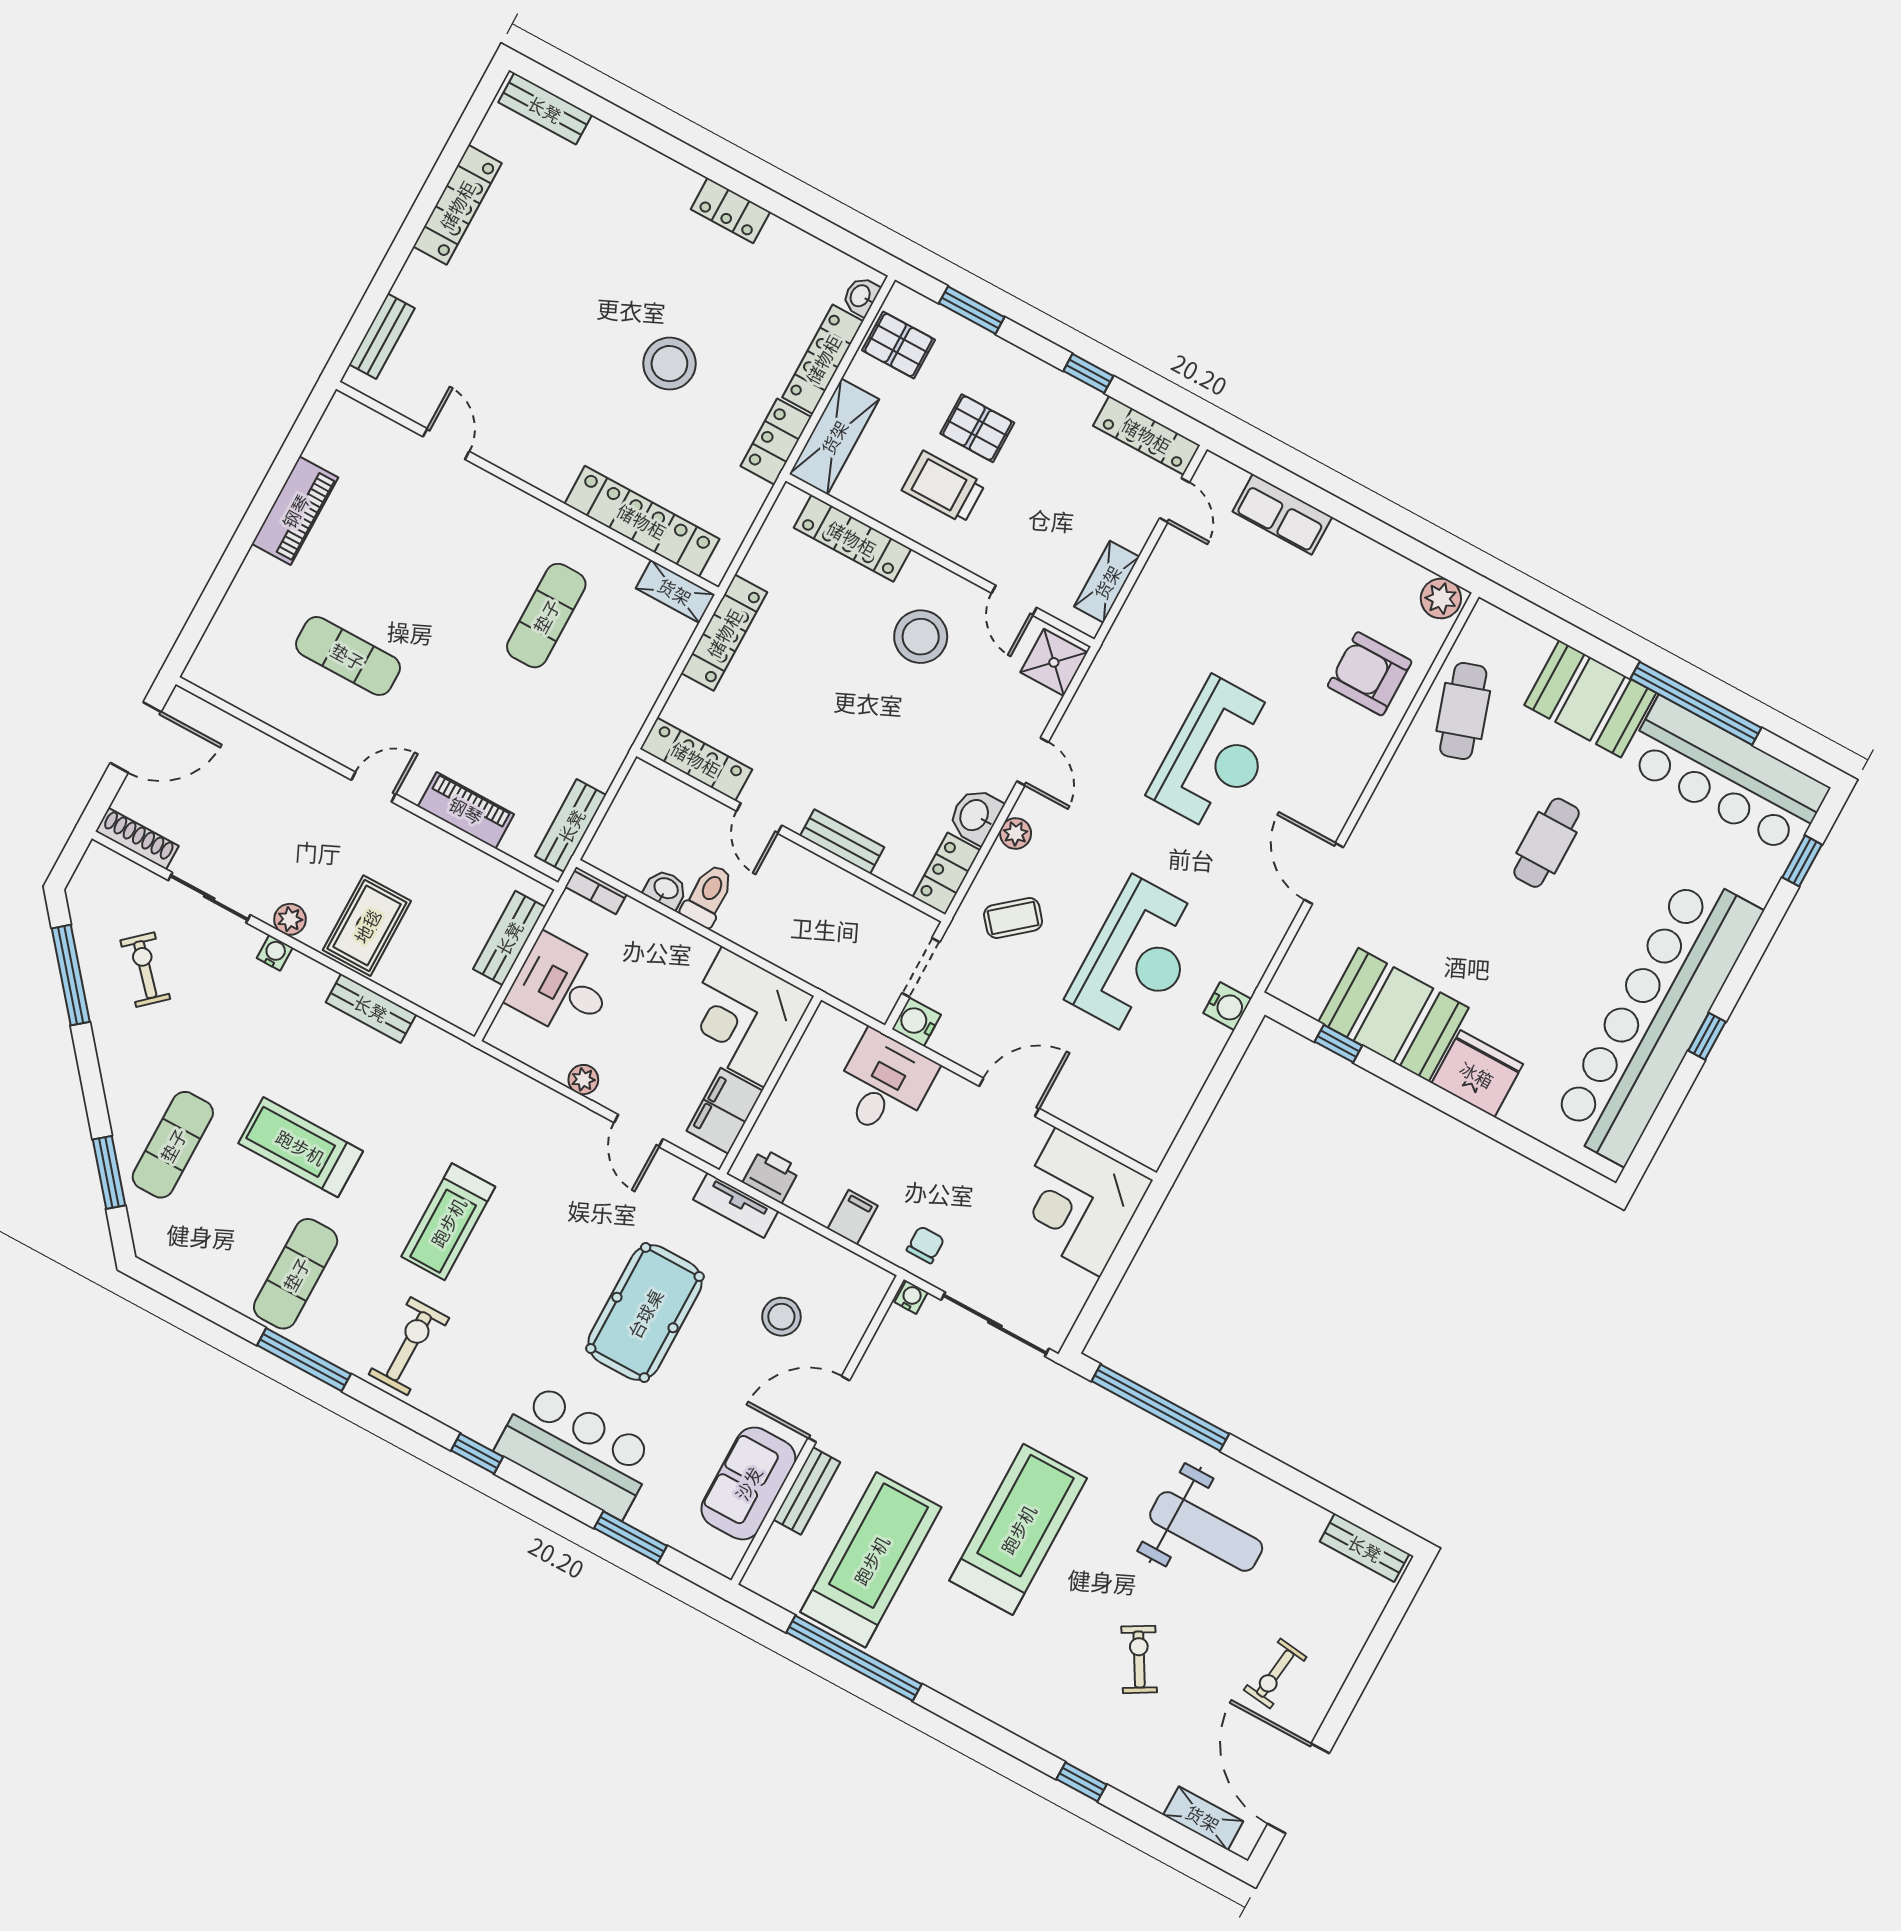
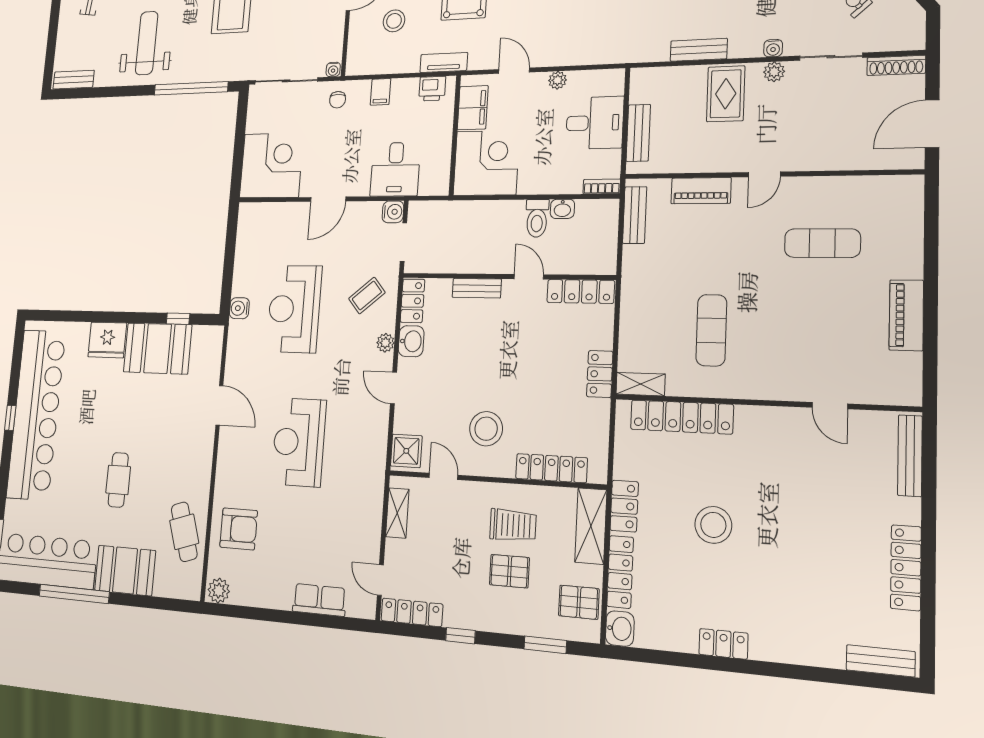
washbasin: (861, 296) -> (620, 629), width x1.38, depth x1.45
bench: (382, 336) -> (910, 456), width x1.36
locker: (724, 633) -> (600, 374), width x0.66
weight bench: (1206, 1531) -> (147, 43), turned 90

